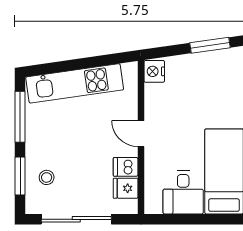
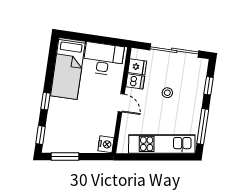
window: (20, 176) -> (209, 86), width x0.67
stool: (47, 177) -> (167, 93), moved
desk: (183, 193) -> (103, 59), width x1.37

